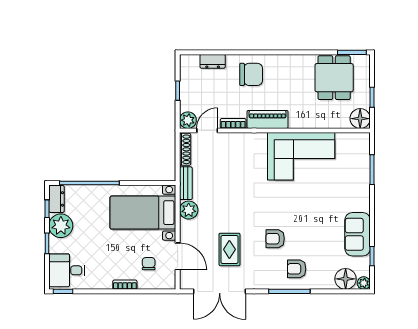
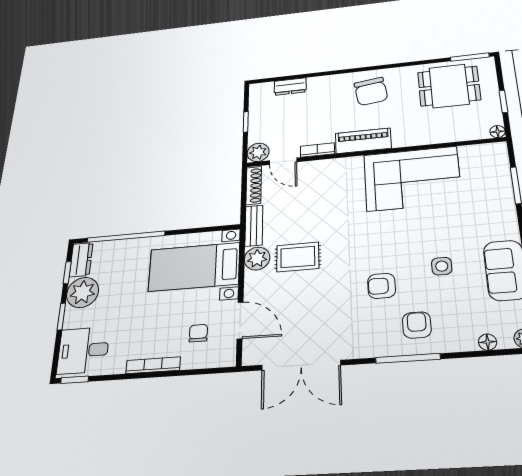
chair: (251, 74) -> (371, 91), moved, turned 82
dining table: (334, 78) -> (449, 86), turned 90
floor lamp: (360, 119) -> (498, 132), width x0.53, depth x0.53
door: (207, 130) -> (283, 161), swing flipped
side table: (316, 228) -> (442, 266), added
rug: (229, 249) -> (298, 257), moved, turned 90
armchair: (297, 269) -> (417, 325), turned 90
floor lamp: (346, 279) -> (488, 342), width x0.53, depth x0.53
bookcase: (125, 285) -> (153, 365), width x1.56

